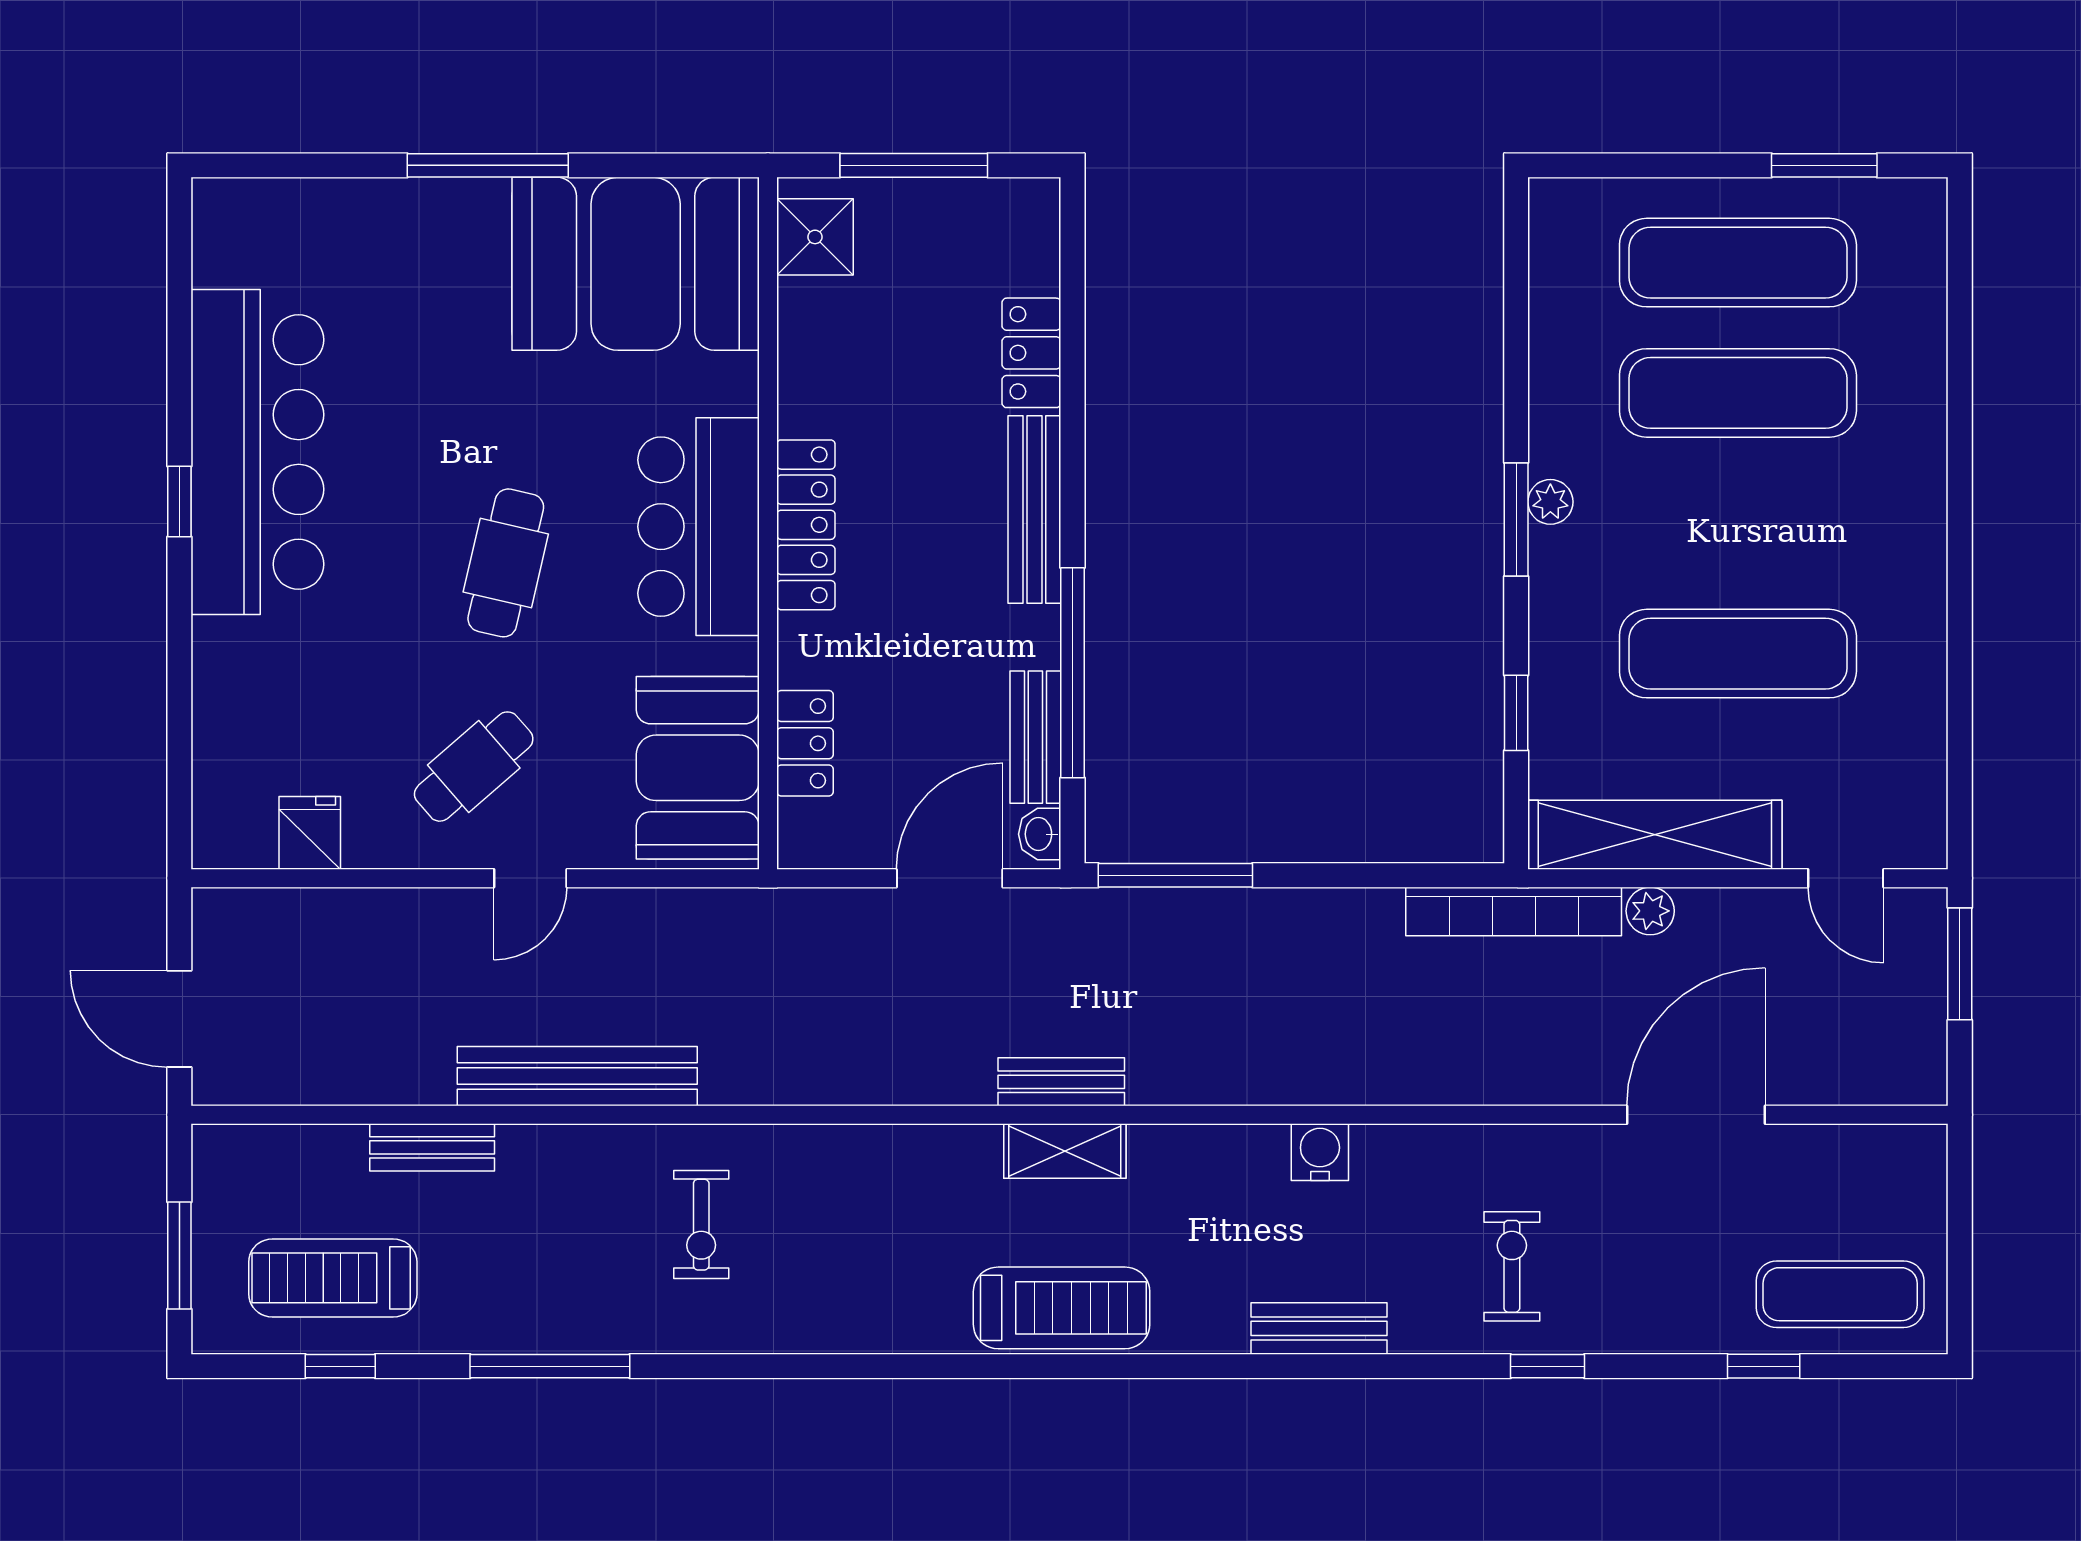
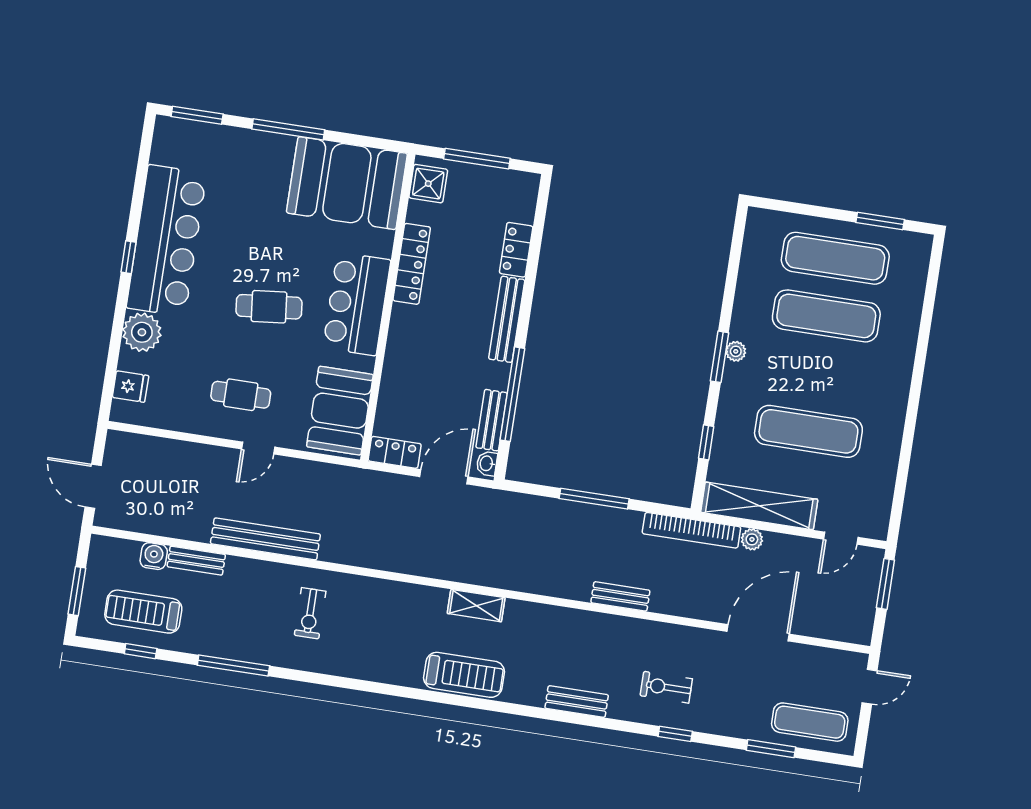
window: (282, 165) -> (197, 115), added
locker: (806, 525) -> (412, 264), moved
cafe table: (506, 563) -> (269, 307), turned 71
plant: (234, 663) -> (142, 332), added
locker: (805, 743) -> (395, 452), moved, turned -90
cafe table: (474, 767) -> (241, 395), turned 41
fridge: (310, 833) -> (130, 387), moved, turned 90
window: (1175, 875) -> (594, 499), moved
door: (1846, 878) -> (841, 538), hinge flipped
bench: (1061, 1082) -> (620, 596), moved
water cooler: (1320, 1152) -> (154, 556), moved
door: (1960, 1196) -> (870, 687), added
exercise bike: (1512, 1266) -> (666, 687), turned -90
window: (1764, 1366) -> (771, 749), width x1.50

